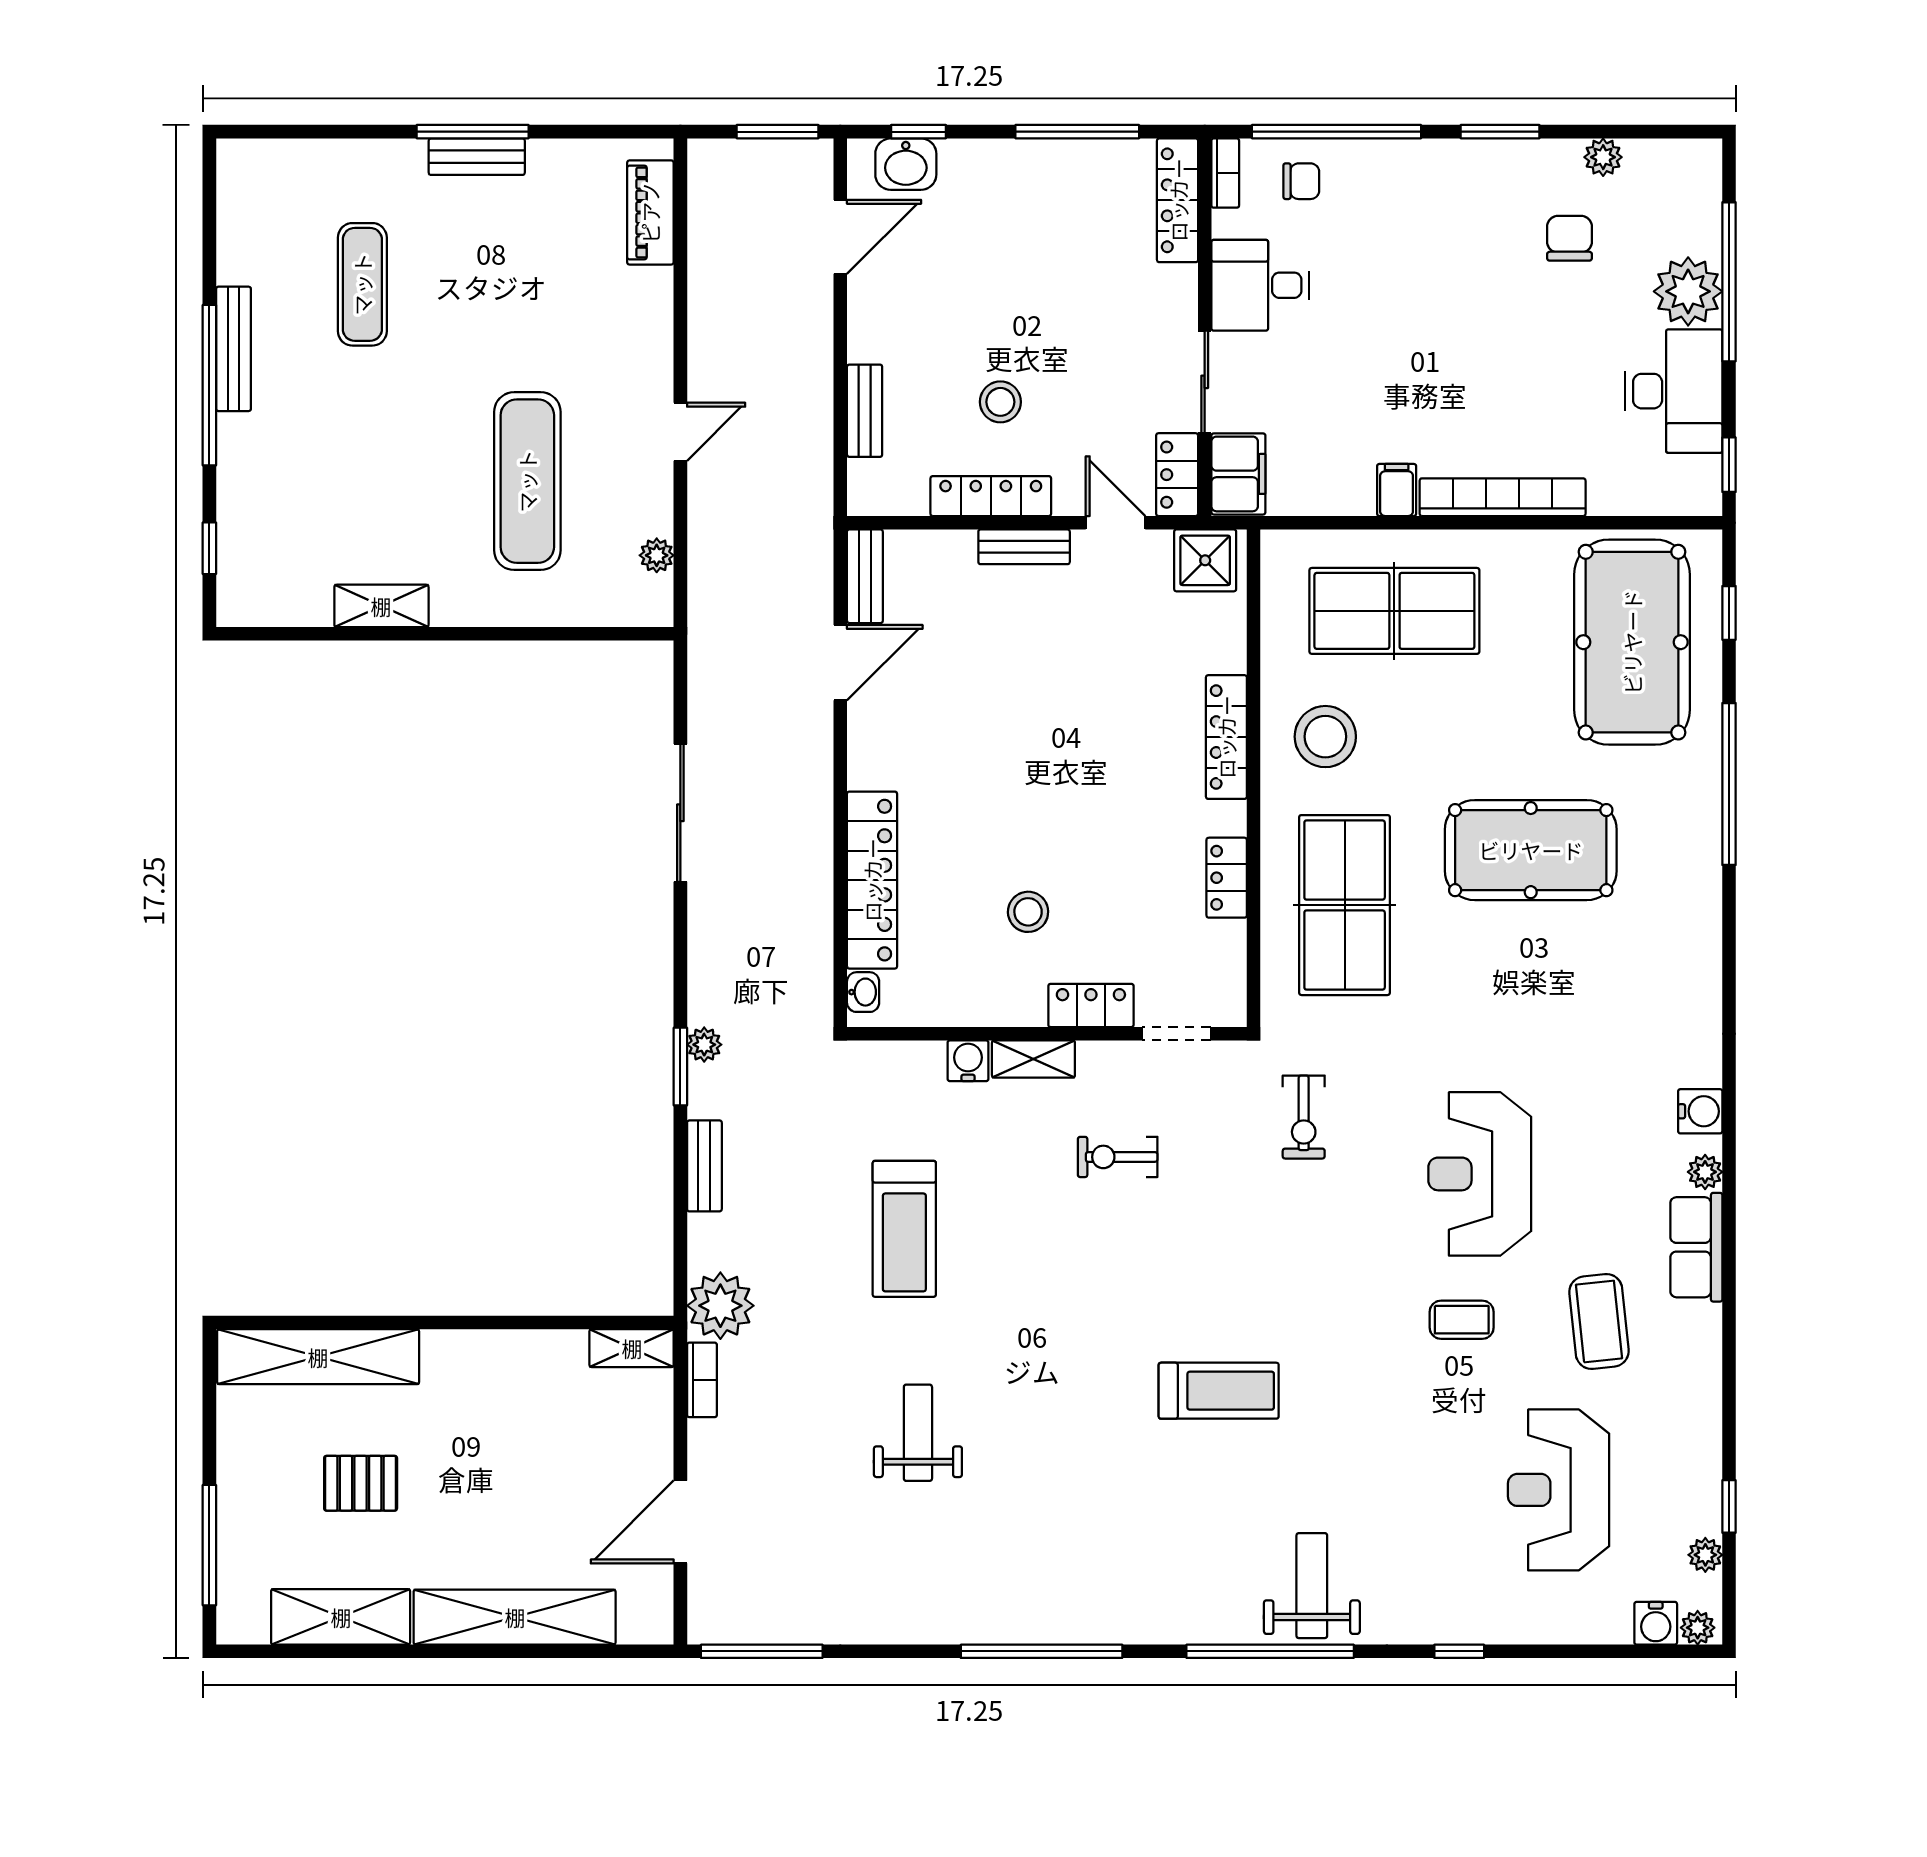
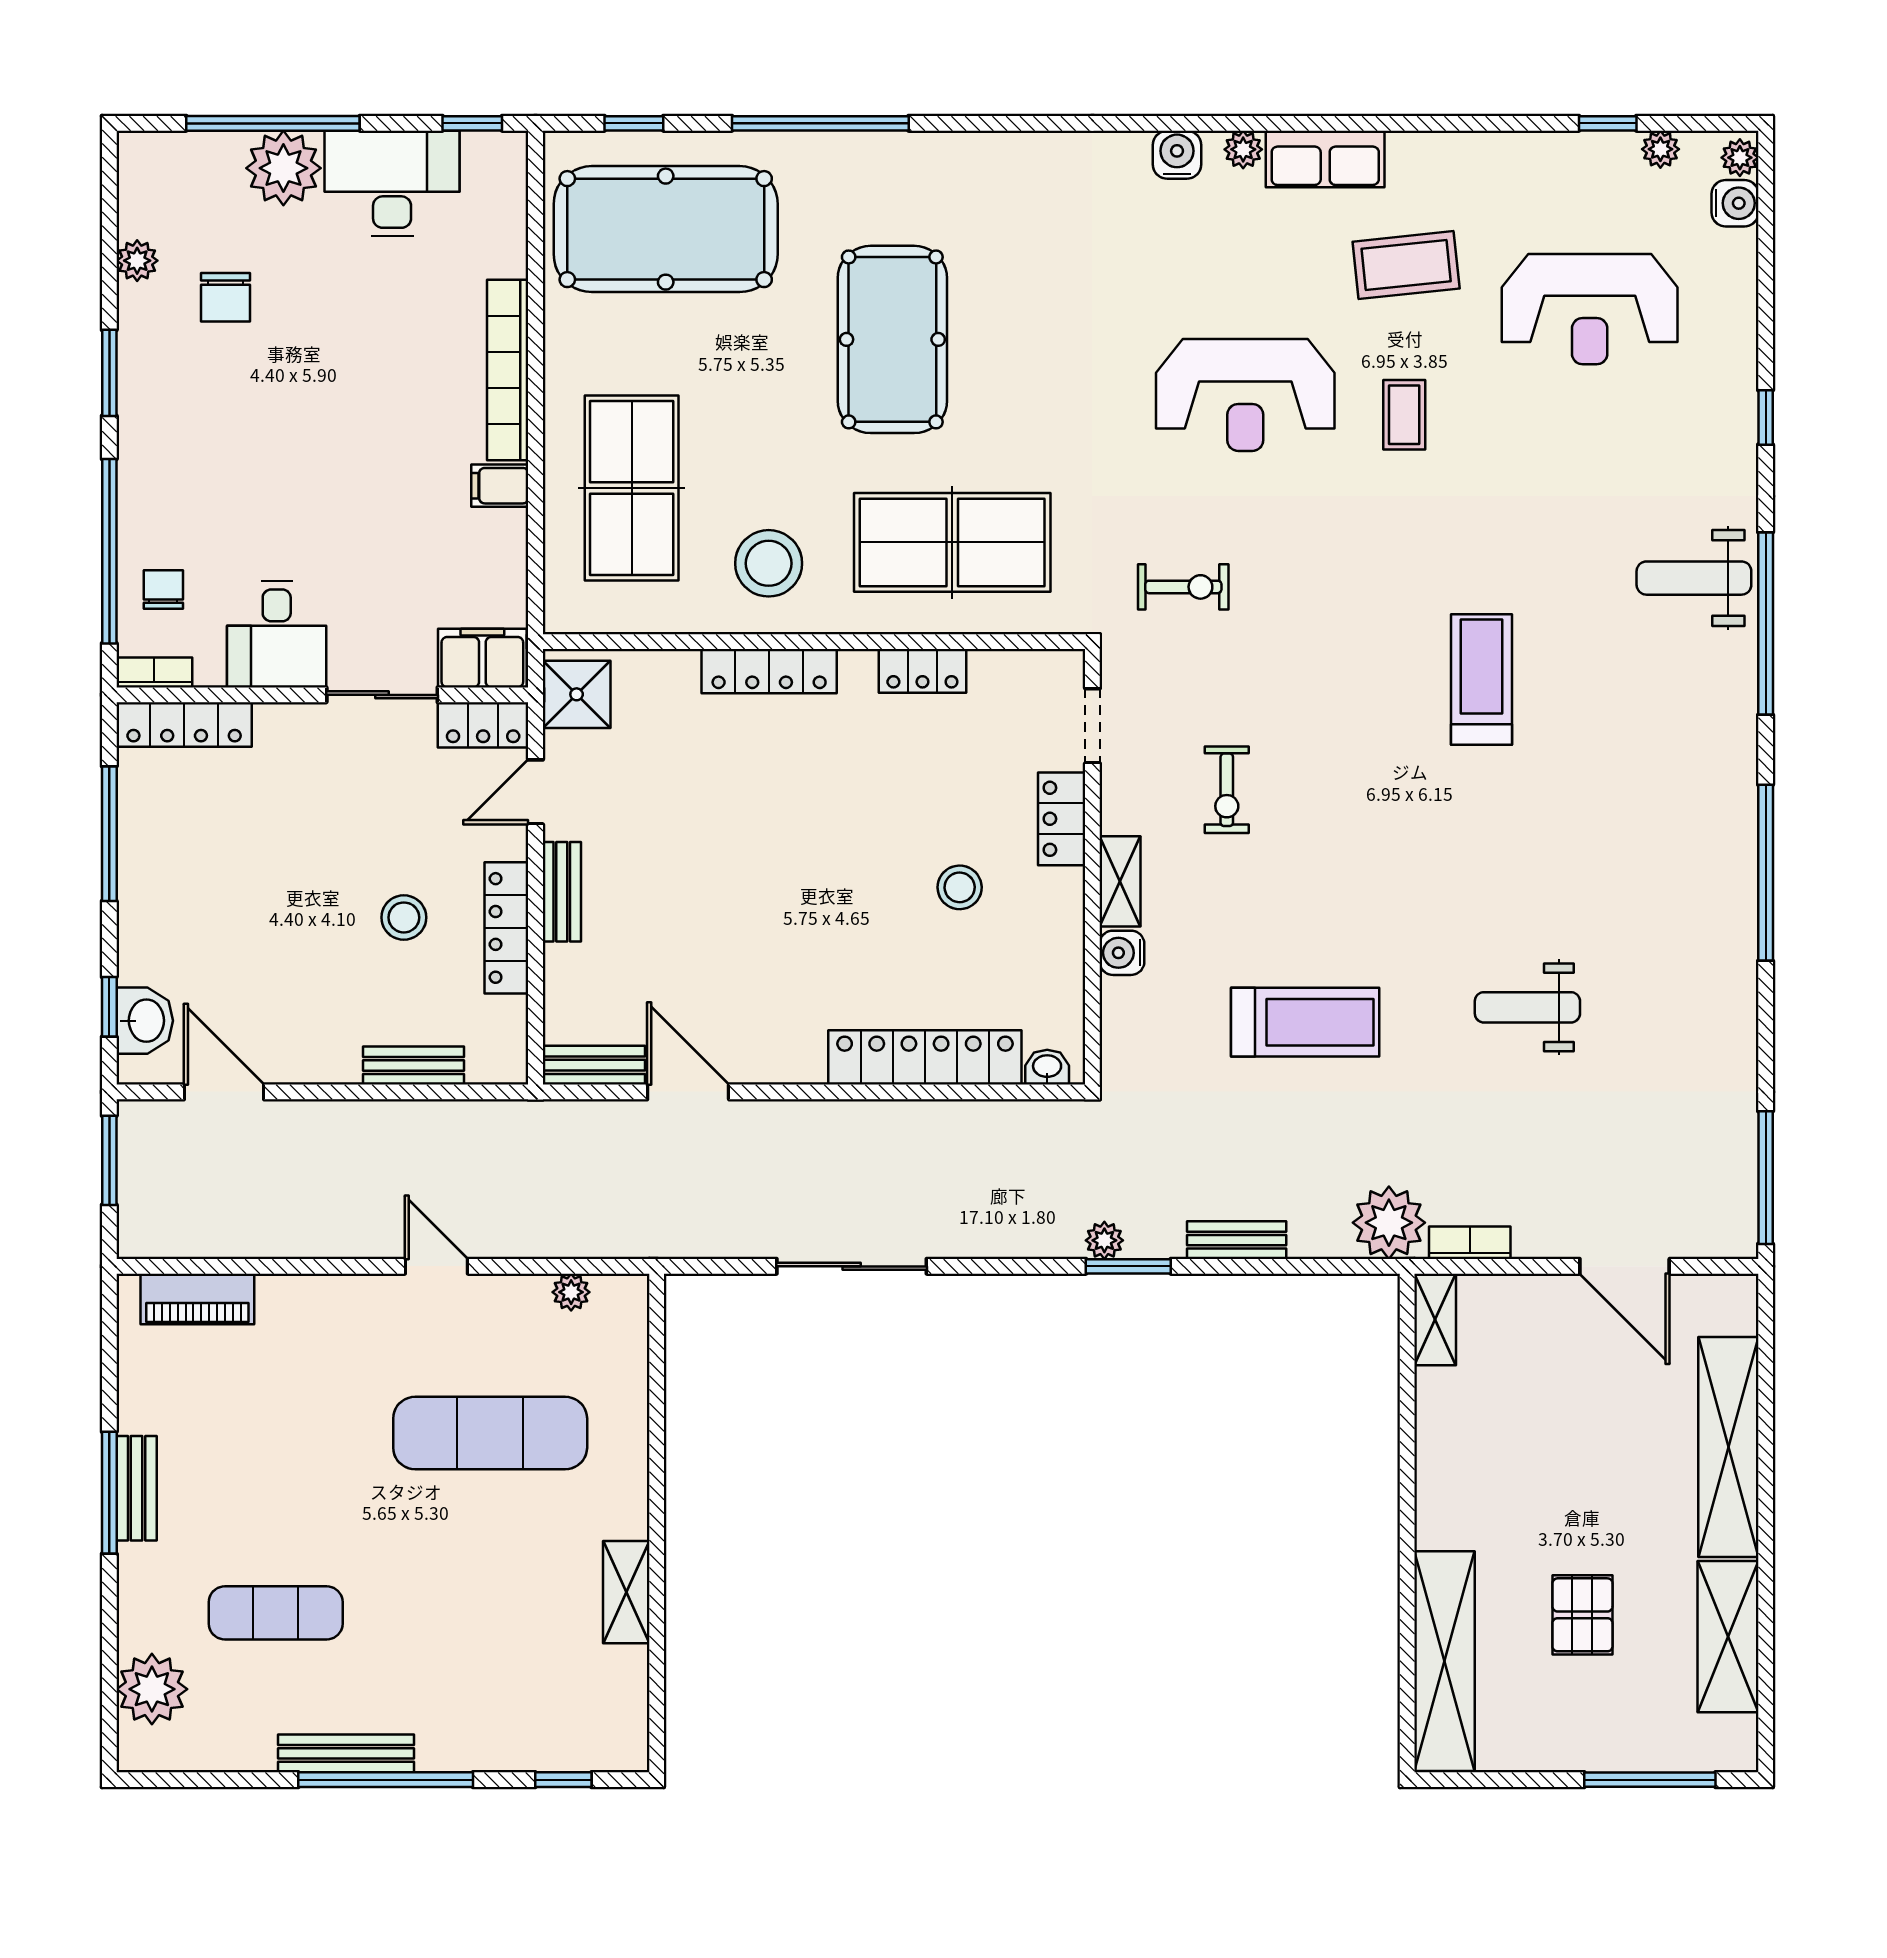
plant: (292, 171) -> (152, 1689), added
chair: (1569, 238) -> (225, 297), turned -90

